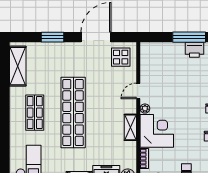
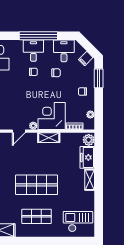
door: (138, 91) -> (19, 131), hinge flipped
shop shelf: (73, 113) -> (37, 185), width x0.71

